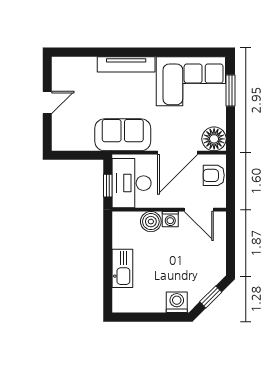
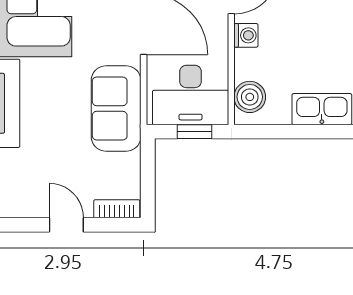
bookcase: (58, 135) -> (117, 209), added
boiler: (151, 222) -> (250, 97), moved

